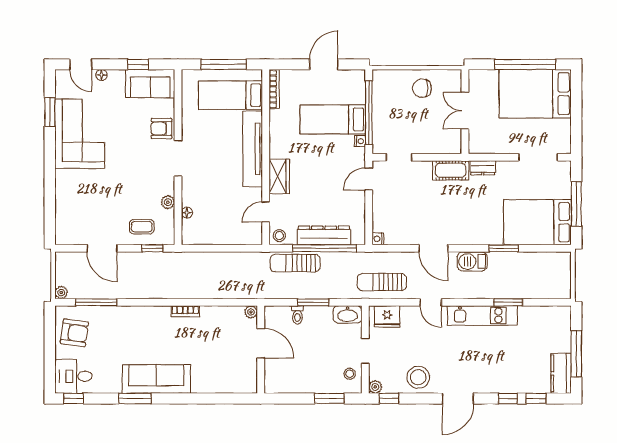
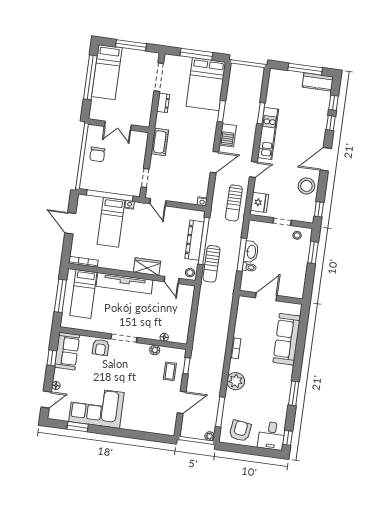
bed: (535, 94) -> (107, 72), width x0.67
window: (576, 114) -> (131, 45), added
dresser: (483, 168) -> (163, 103), moved
window: (313, 302) -> (242, 255), width x1.44
plant: (251, 312) -> (236, 381), moved, width x1.88, depth x1.88
washbasin: (348, 314) -> (251, 252), moved
sofa: (156, 379) -> (287, 339), moved
plant: (375, 387) -> (309, 218), removed
door: (458, 398) -> (326, 159), swing flipped

